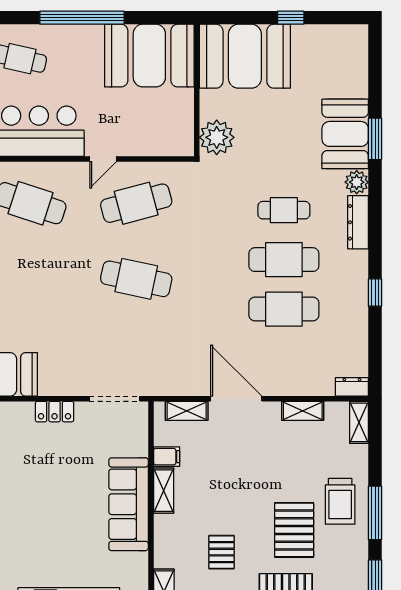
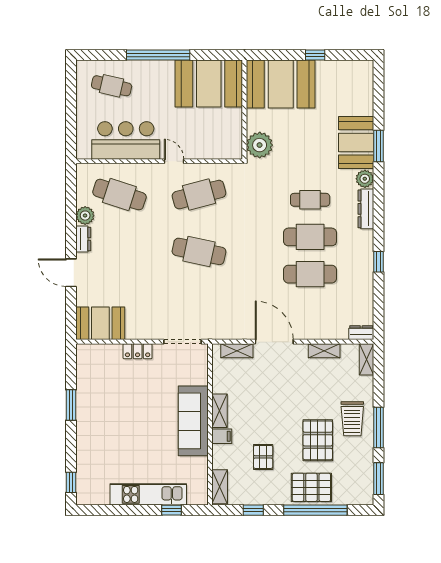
door: (103, 159) -> (174, 161), swing flipped
filing cabinet: (167, 457) -> (222, 436), moved

